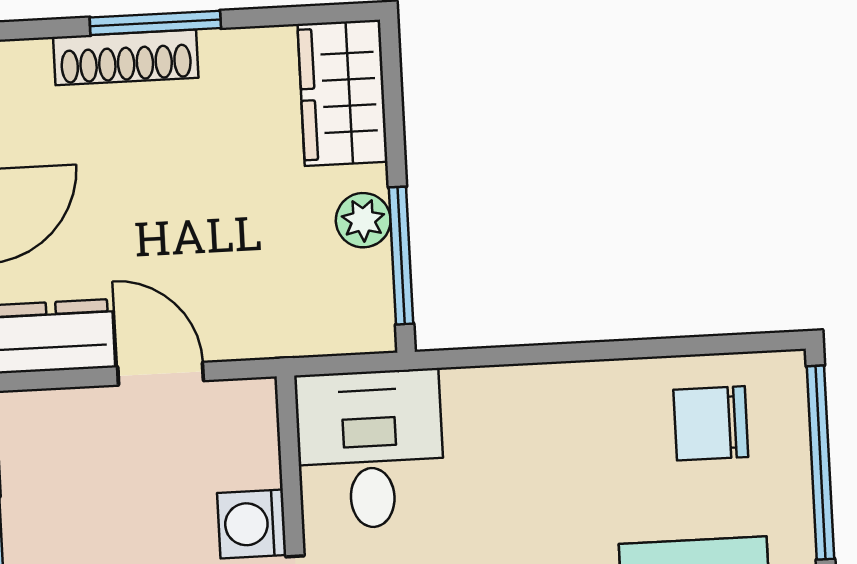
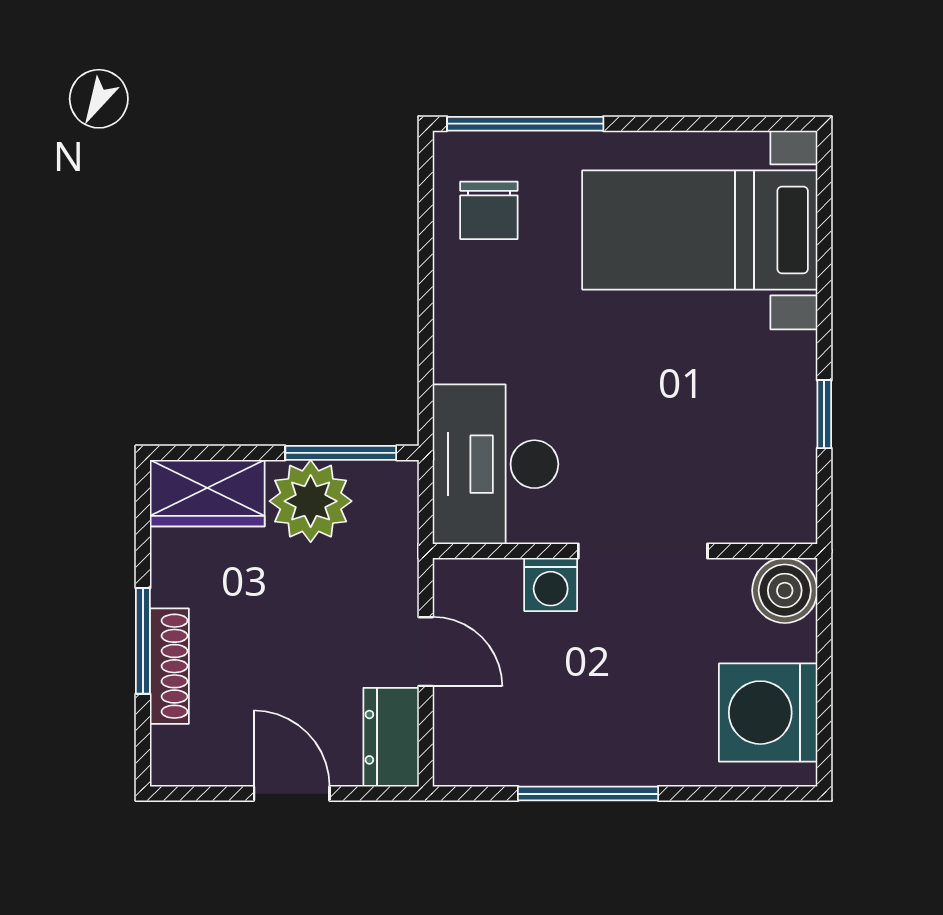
plant: (363, 220) -> (311, 501), width x1.88, depth x1.88
door: (161, 374) -> (426, 652), swing flipped
desk: (370, 449) -> (495, 464), width x1.37

